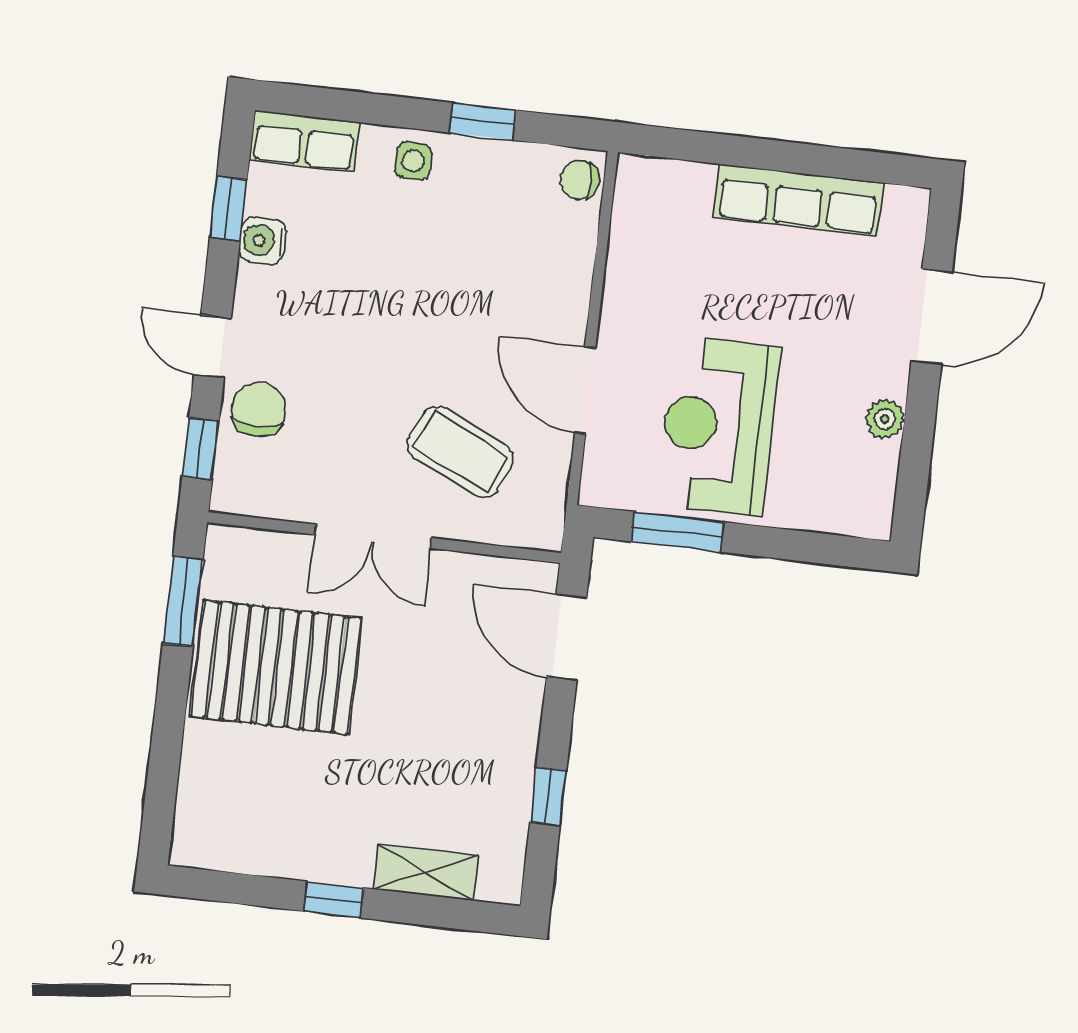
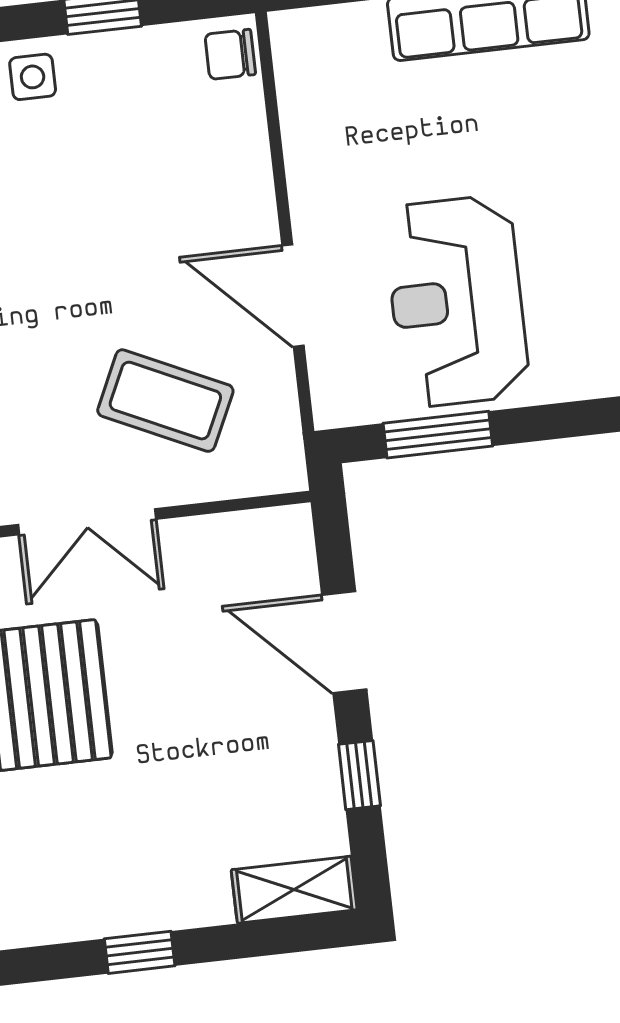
door: (567, 637) -> (344, 642), moved
shelving: (426, 872) -> (294, 890), moved

